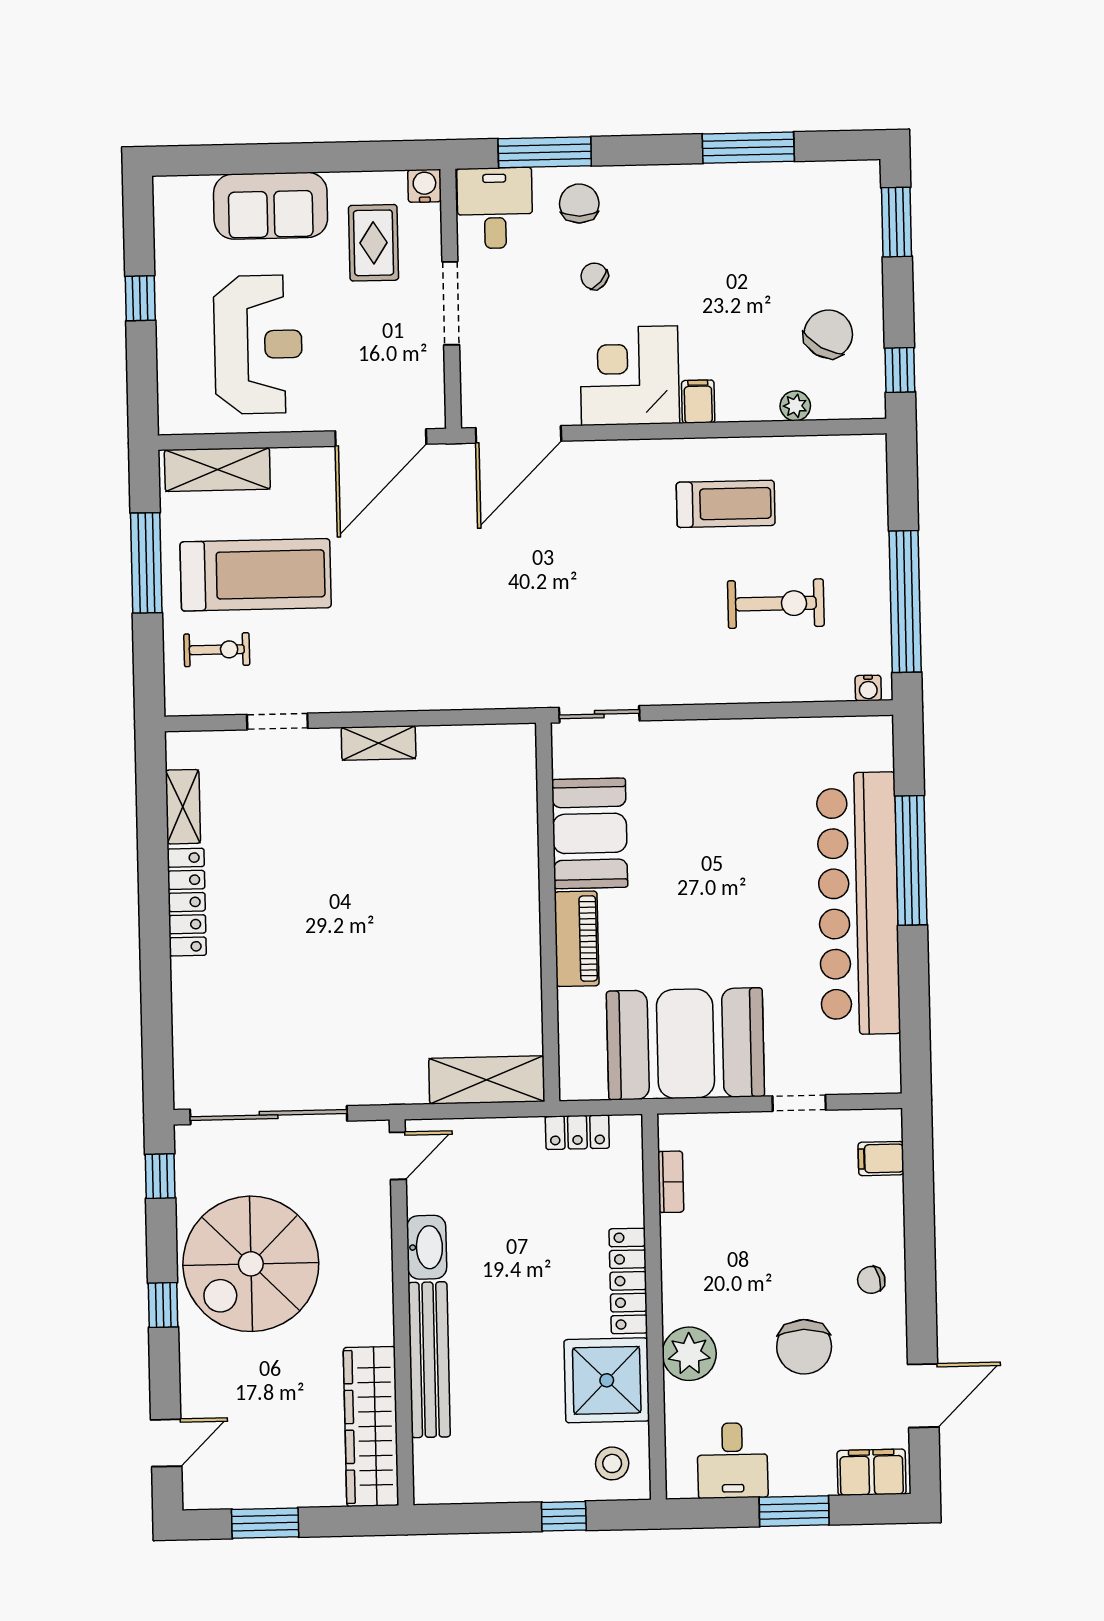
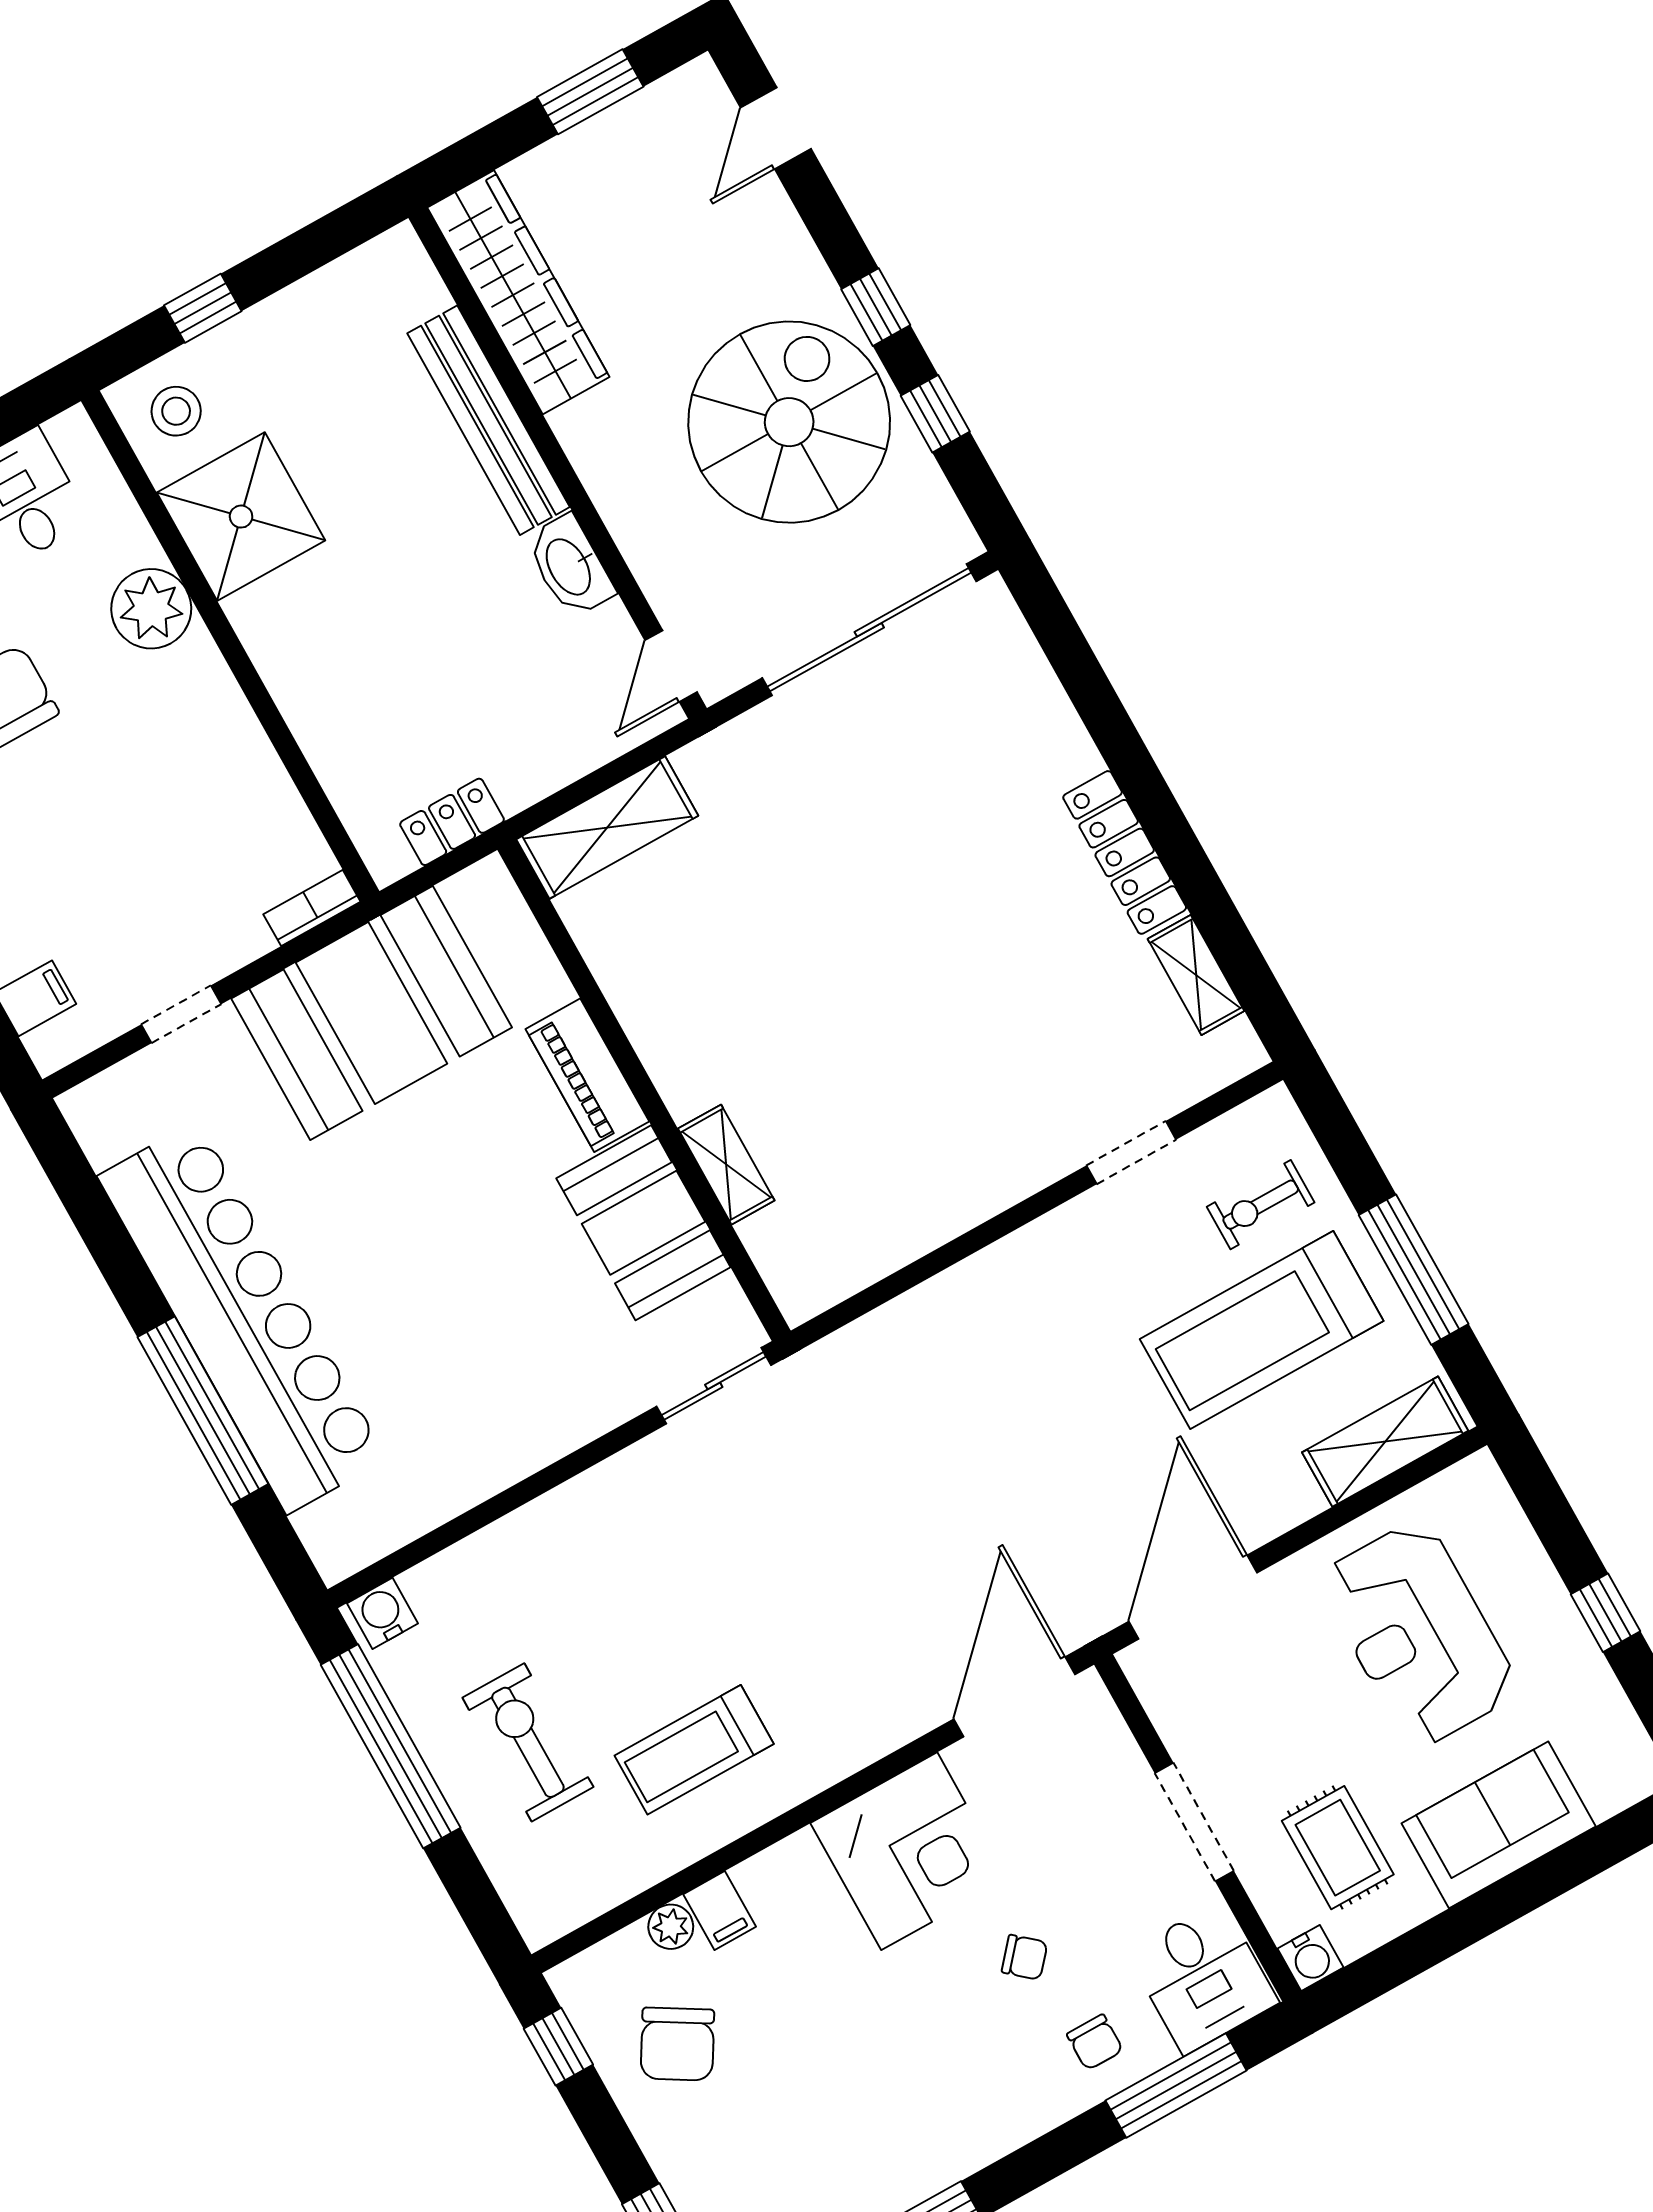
chair: (579, 203) -> (1095, 2042), width x0.73, depth x0.73
filing cabinet: (698, 402) -> (720, 1910), moved
exercise bike: (776, 604) -> (528, 1742), moved, turned 90
water cooler: (868, 688) -> (382, 1613), width x1.38, depth x1.38
shelving: (379, 743) -> (726, 1165), moved, turned 90
window: (160, 1176) -> (935, 414), moved
bookcase: (671, 1182) -> (312, 908), moved, turned 90
locker: (628, 1281) -> (282, 662), removed

